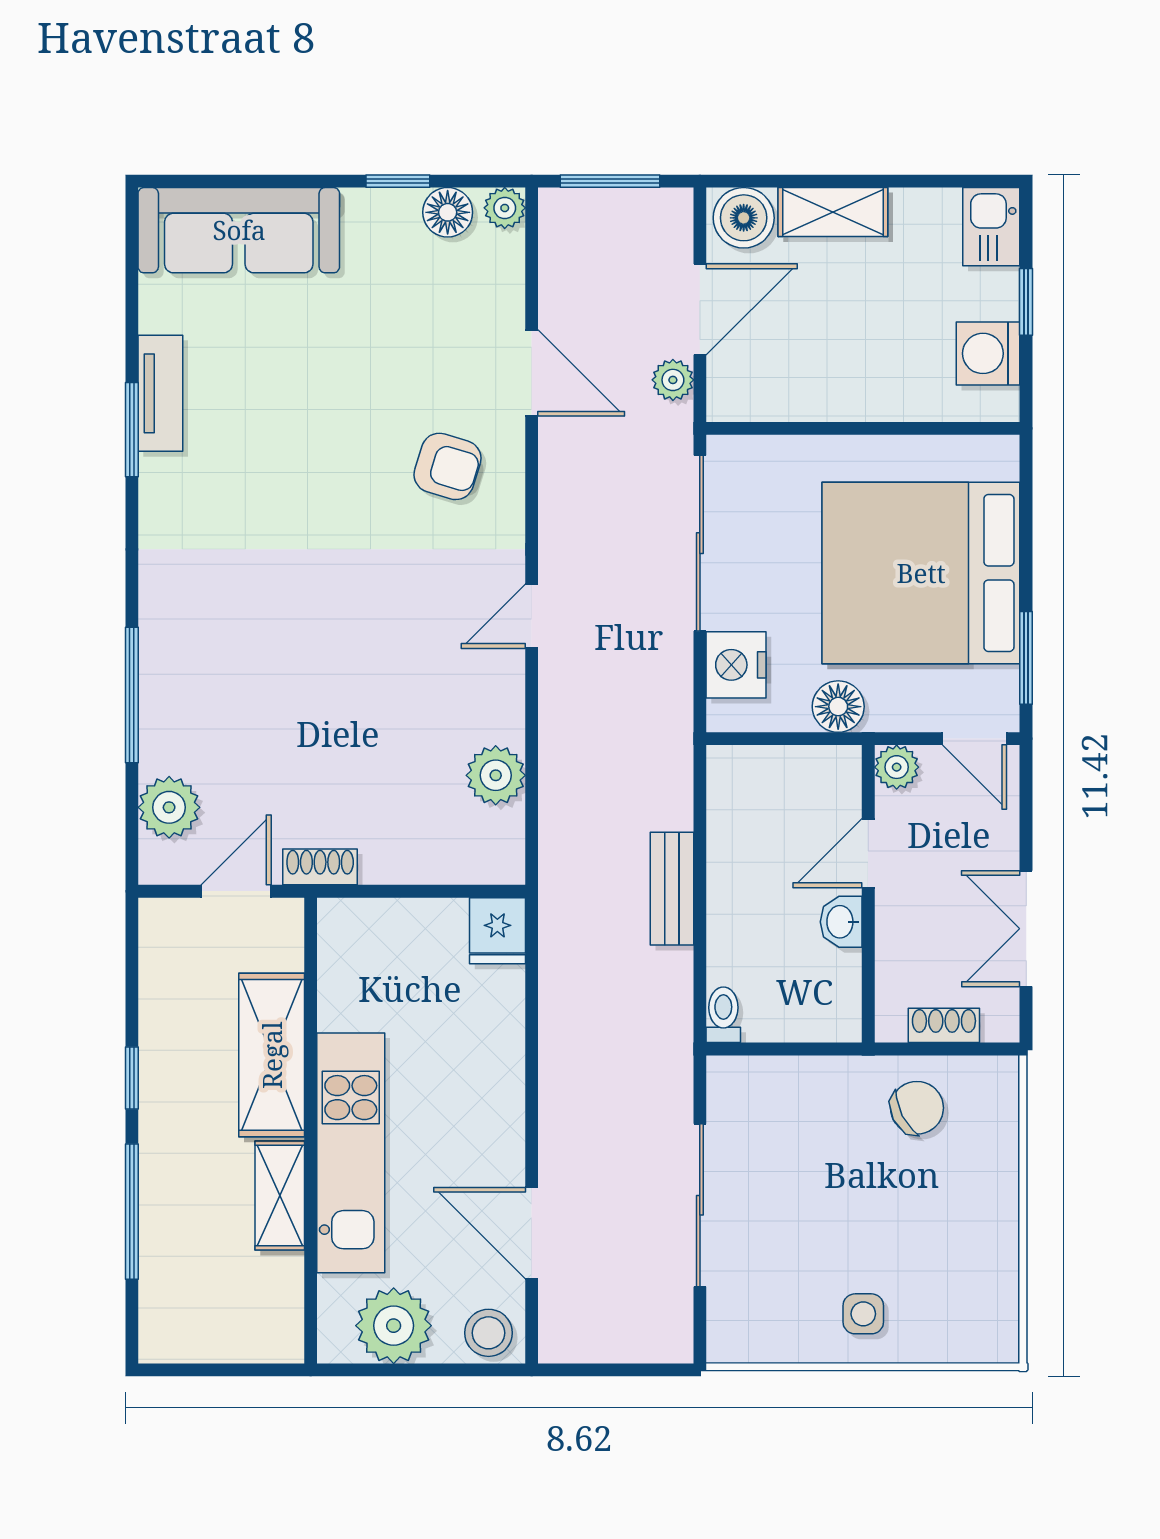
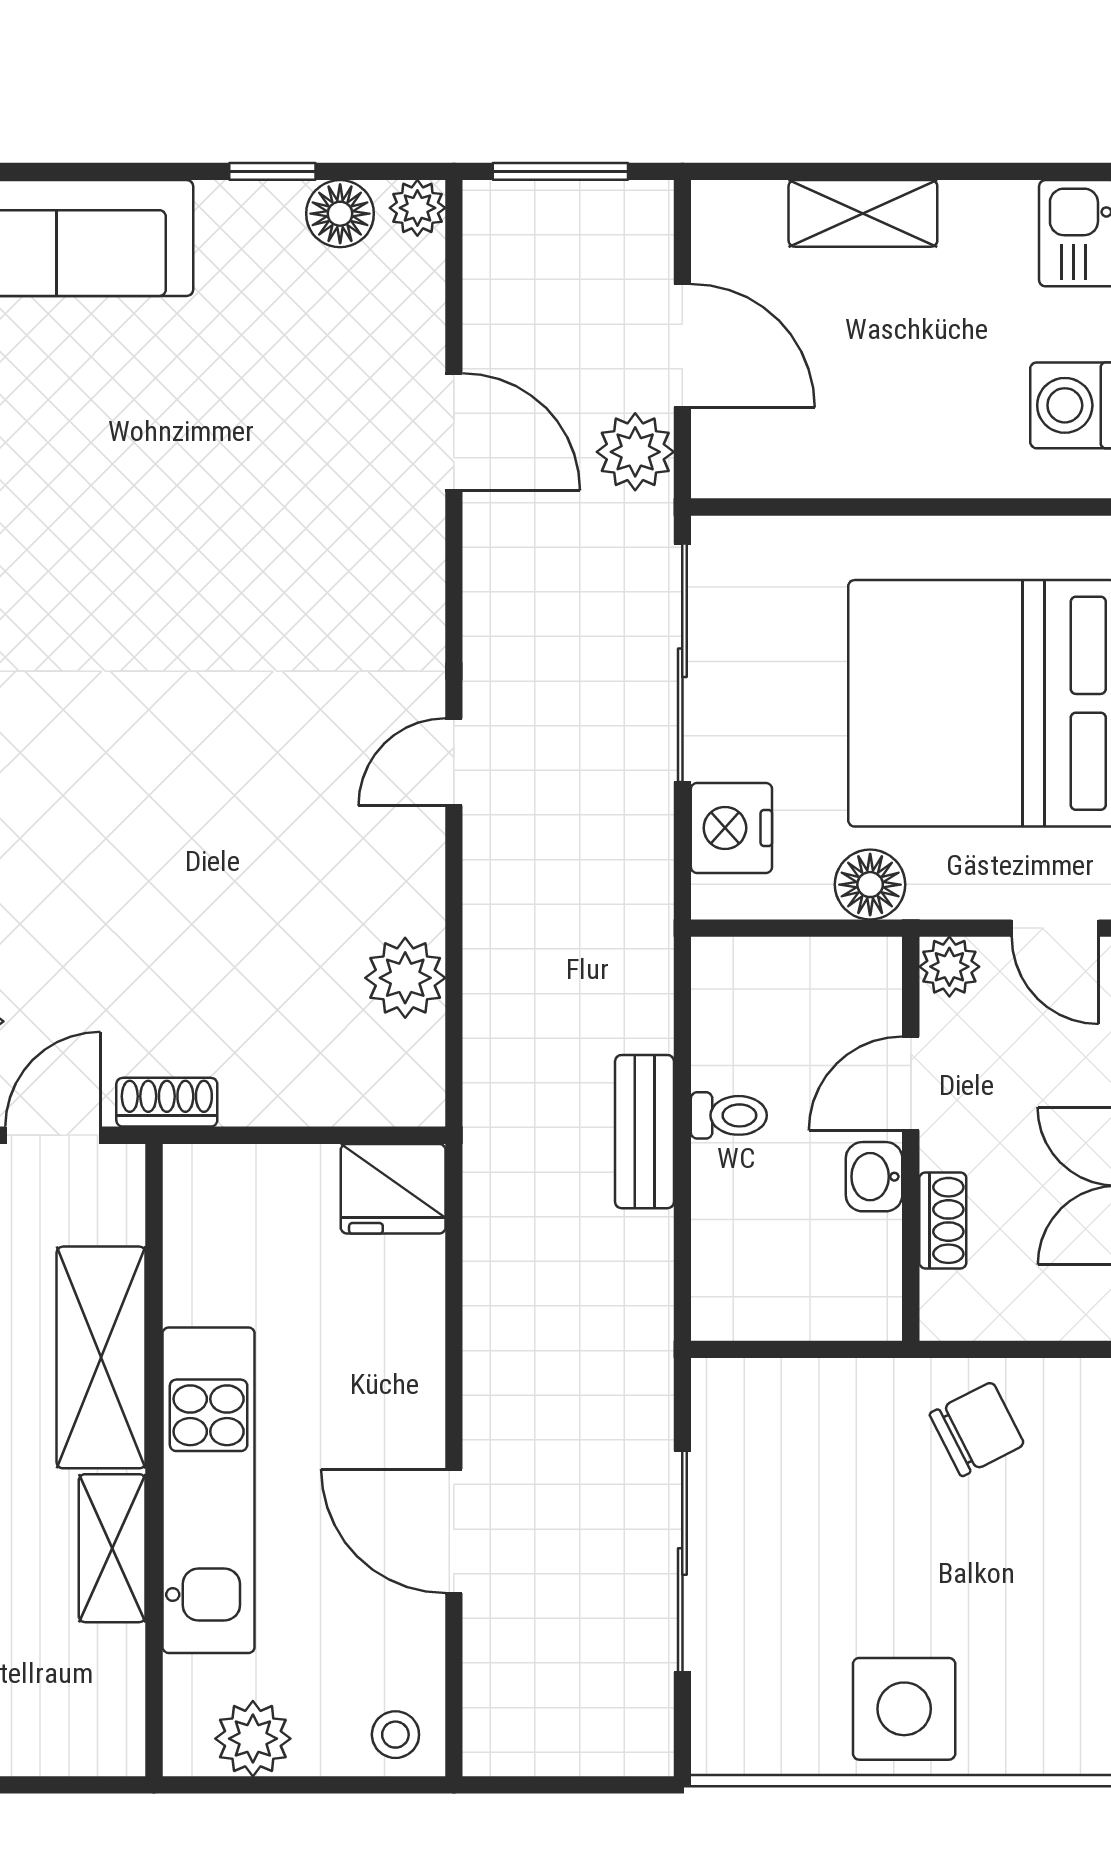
boiler: (744, 218) -> (742, 221), removed
door: (700, 309) -> (682, 346), hinge flipped
plant: (673, 380) -> (635, 452), width x1.38, depth x1.38
armchair: (448, 466) -> (340, 559), removed
fridge: (497, 931) -> (393, 1189), width x1.38
toilet: (723, 1015) -> (729, 1115), moved, turned 90
shoe rack: (944, 1025) -> (943, 1220), moved, turned 90
door: (532, 1233) -> (454, 1531), moved
side table: (863, 1314) -> (904, 1709), width x1.87, depth x1.87
plant: (394, 1326) -> (253, 1739), width x0.73, depth x0.73
stool: (489, 1333) -> (395, 1735), width x0.73, depth x0.73

